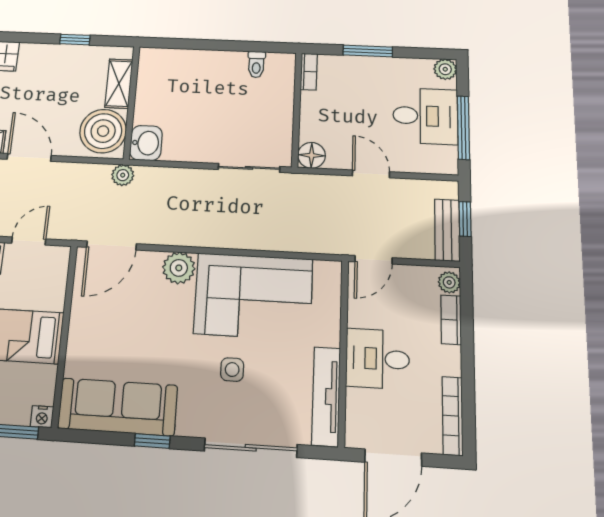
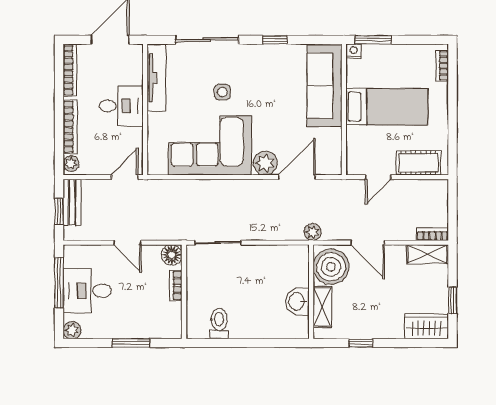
toilet: (256, 64) -> (219, 324), width x1.37, depth x1.39
bookcase: (309, 72) -> (176, 286), moved
washbasin: (146, 143) -> (297, 301), moved
door: (29, 157) -> (368, 243), moved
door: (111, 246) -> (297, 177), moved
bookcase: (451, 320) -> (70, 127), width x1.56
sofa: (118, 407) -> (324, 86), moved, turned 90

